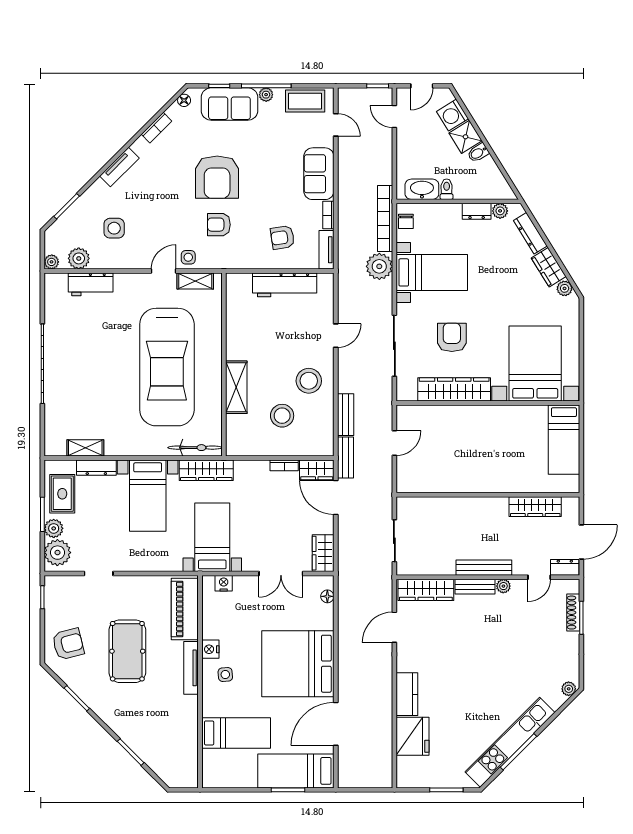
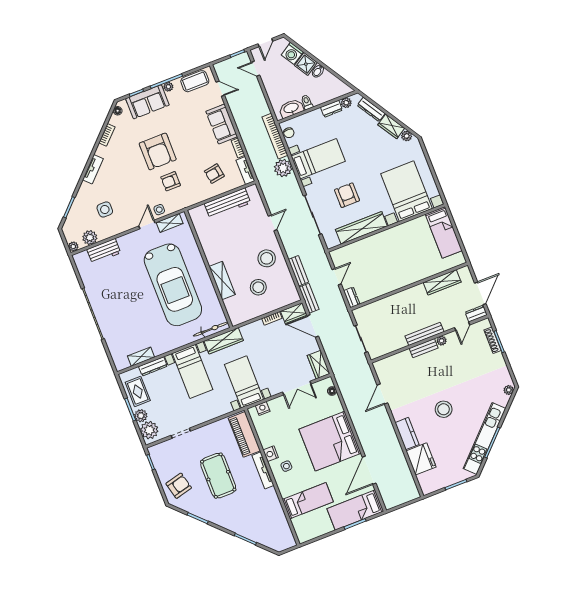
dresser: (404, 479) -> (352, 297), added
wardrobe: (426, 590) -> (393, 362), removed
stool: (470, 680) -> (444, 409), added

